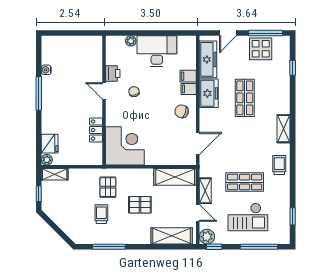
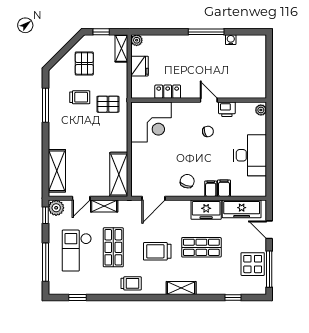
plant: (131, 41) -> (261, 110), moved
door: (104, 91) -> (209, 100), hinge flipped
shelving: (284, 129) -> (181, 288), moved
trolley: (249, 140) -> (157, 251), added
fridge: (50, 144) -> (140, 66), moved, turned -90
door: (198, 144) -> (154, 198), hinge flipped
pallet: (140, 205) -> (84, 64), moved

